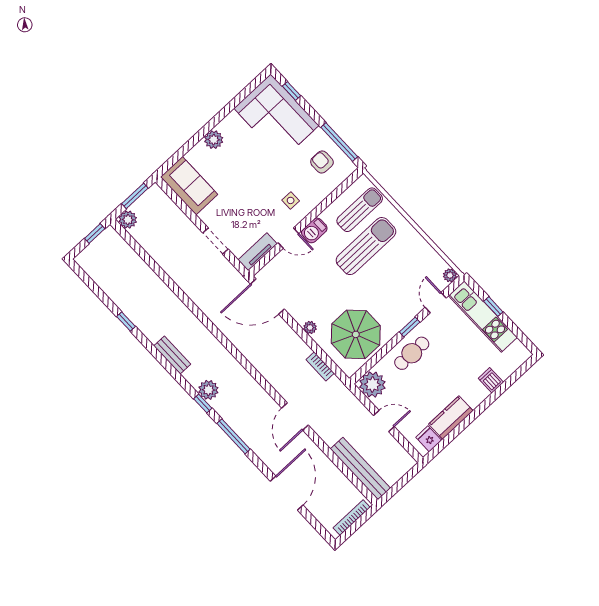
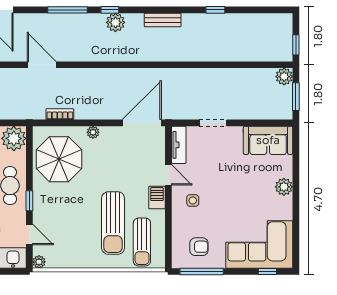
door: (288, 238) -> (168, 175), swing flipped

